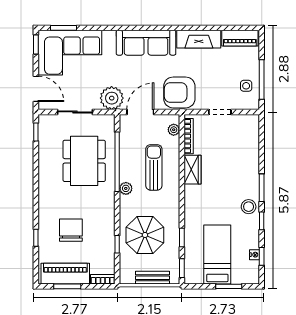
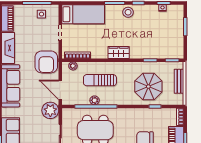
wardrobe: (193, 170) -> (119, 52), moved
plant: (126, 188) -> (95, 100), moved
bed: (217, 254) -> (83, 14), moved, turned 180

